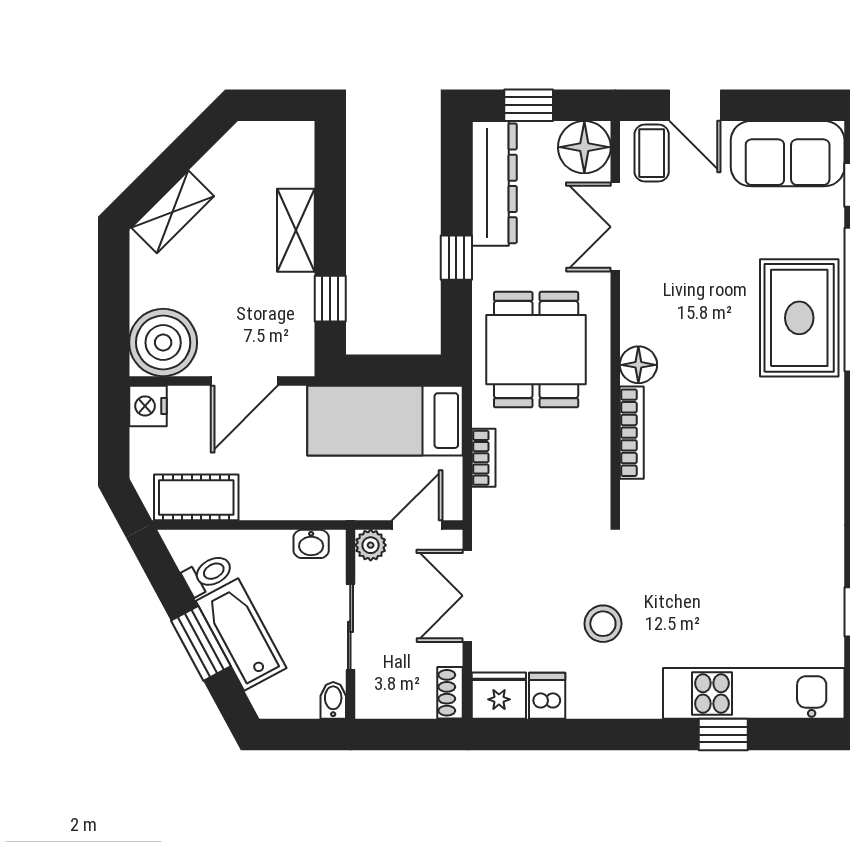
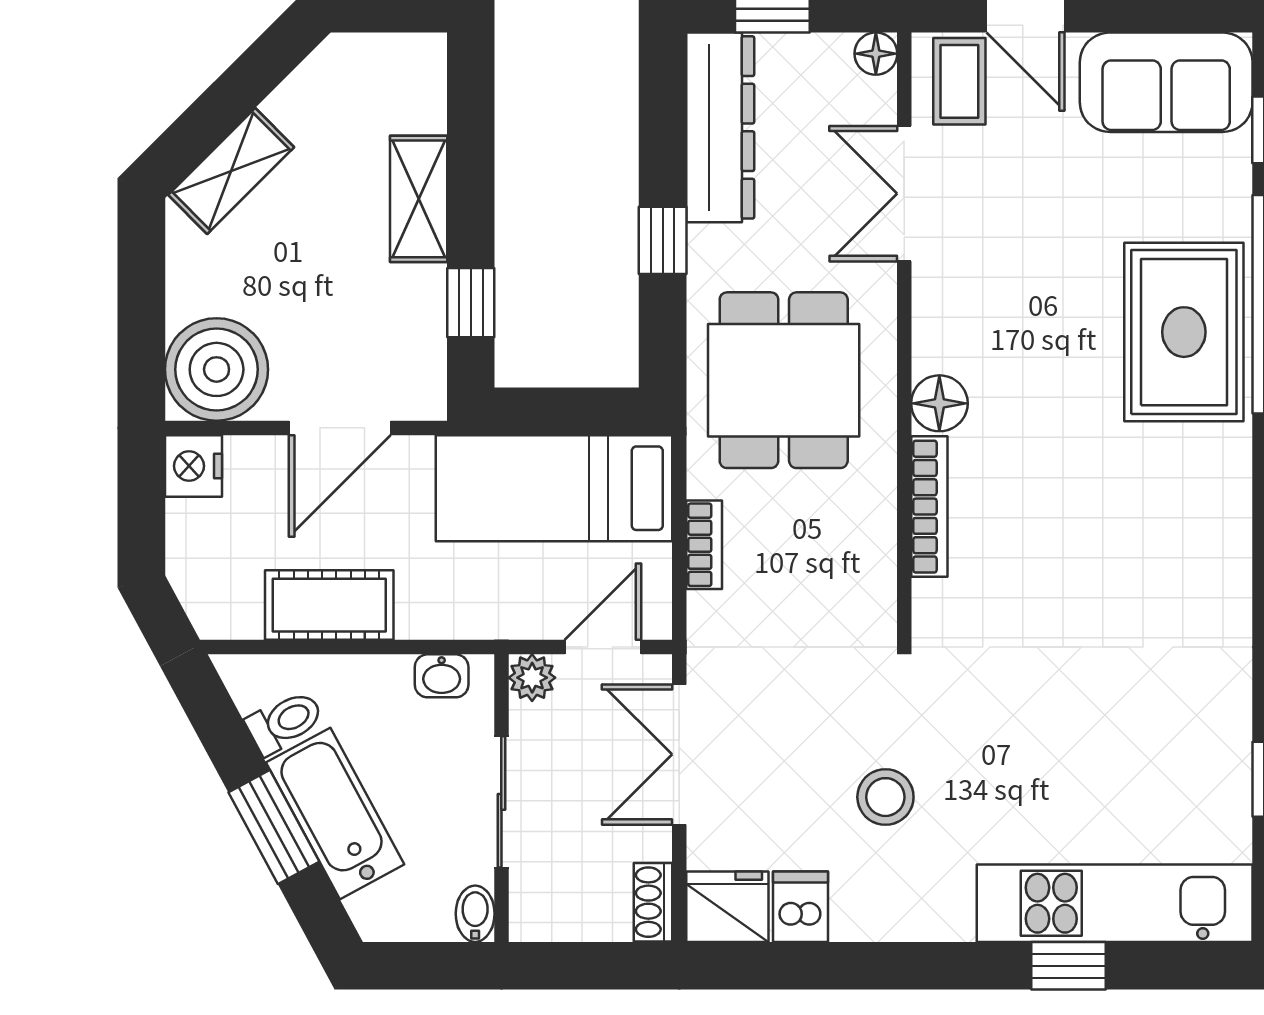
floor lamp: (584, 147) -> (876, 54), width x0.53, depth x0.53
cot: (196, 497) -> (329, 605), moved

